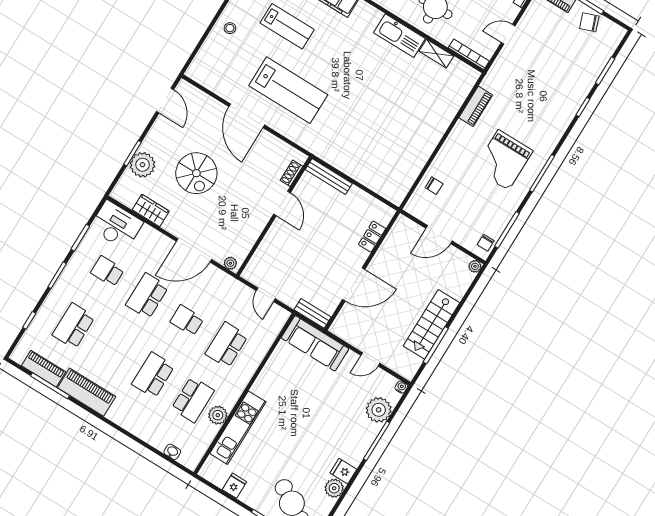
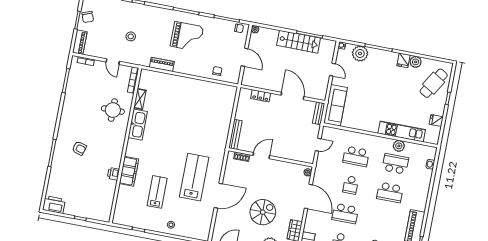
stool: (536, 76) -> (131, 36), added

